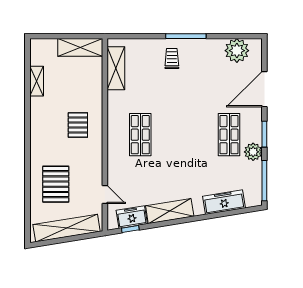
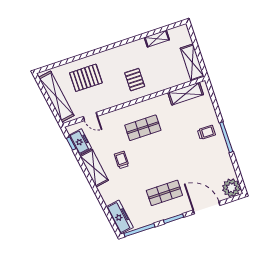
plant: (237, 51) -> (231, 188), moved
pallet: (78, 125) -> (135, 80), turned 90
plant: (253, 152) -> (158, 215), removed
trolley: (171, 174) -> (122, 160), added
door: (105, 194) -> (90, 116), hinge flipped
freezer: (224, 202) -> (120, 217), moved

